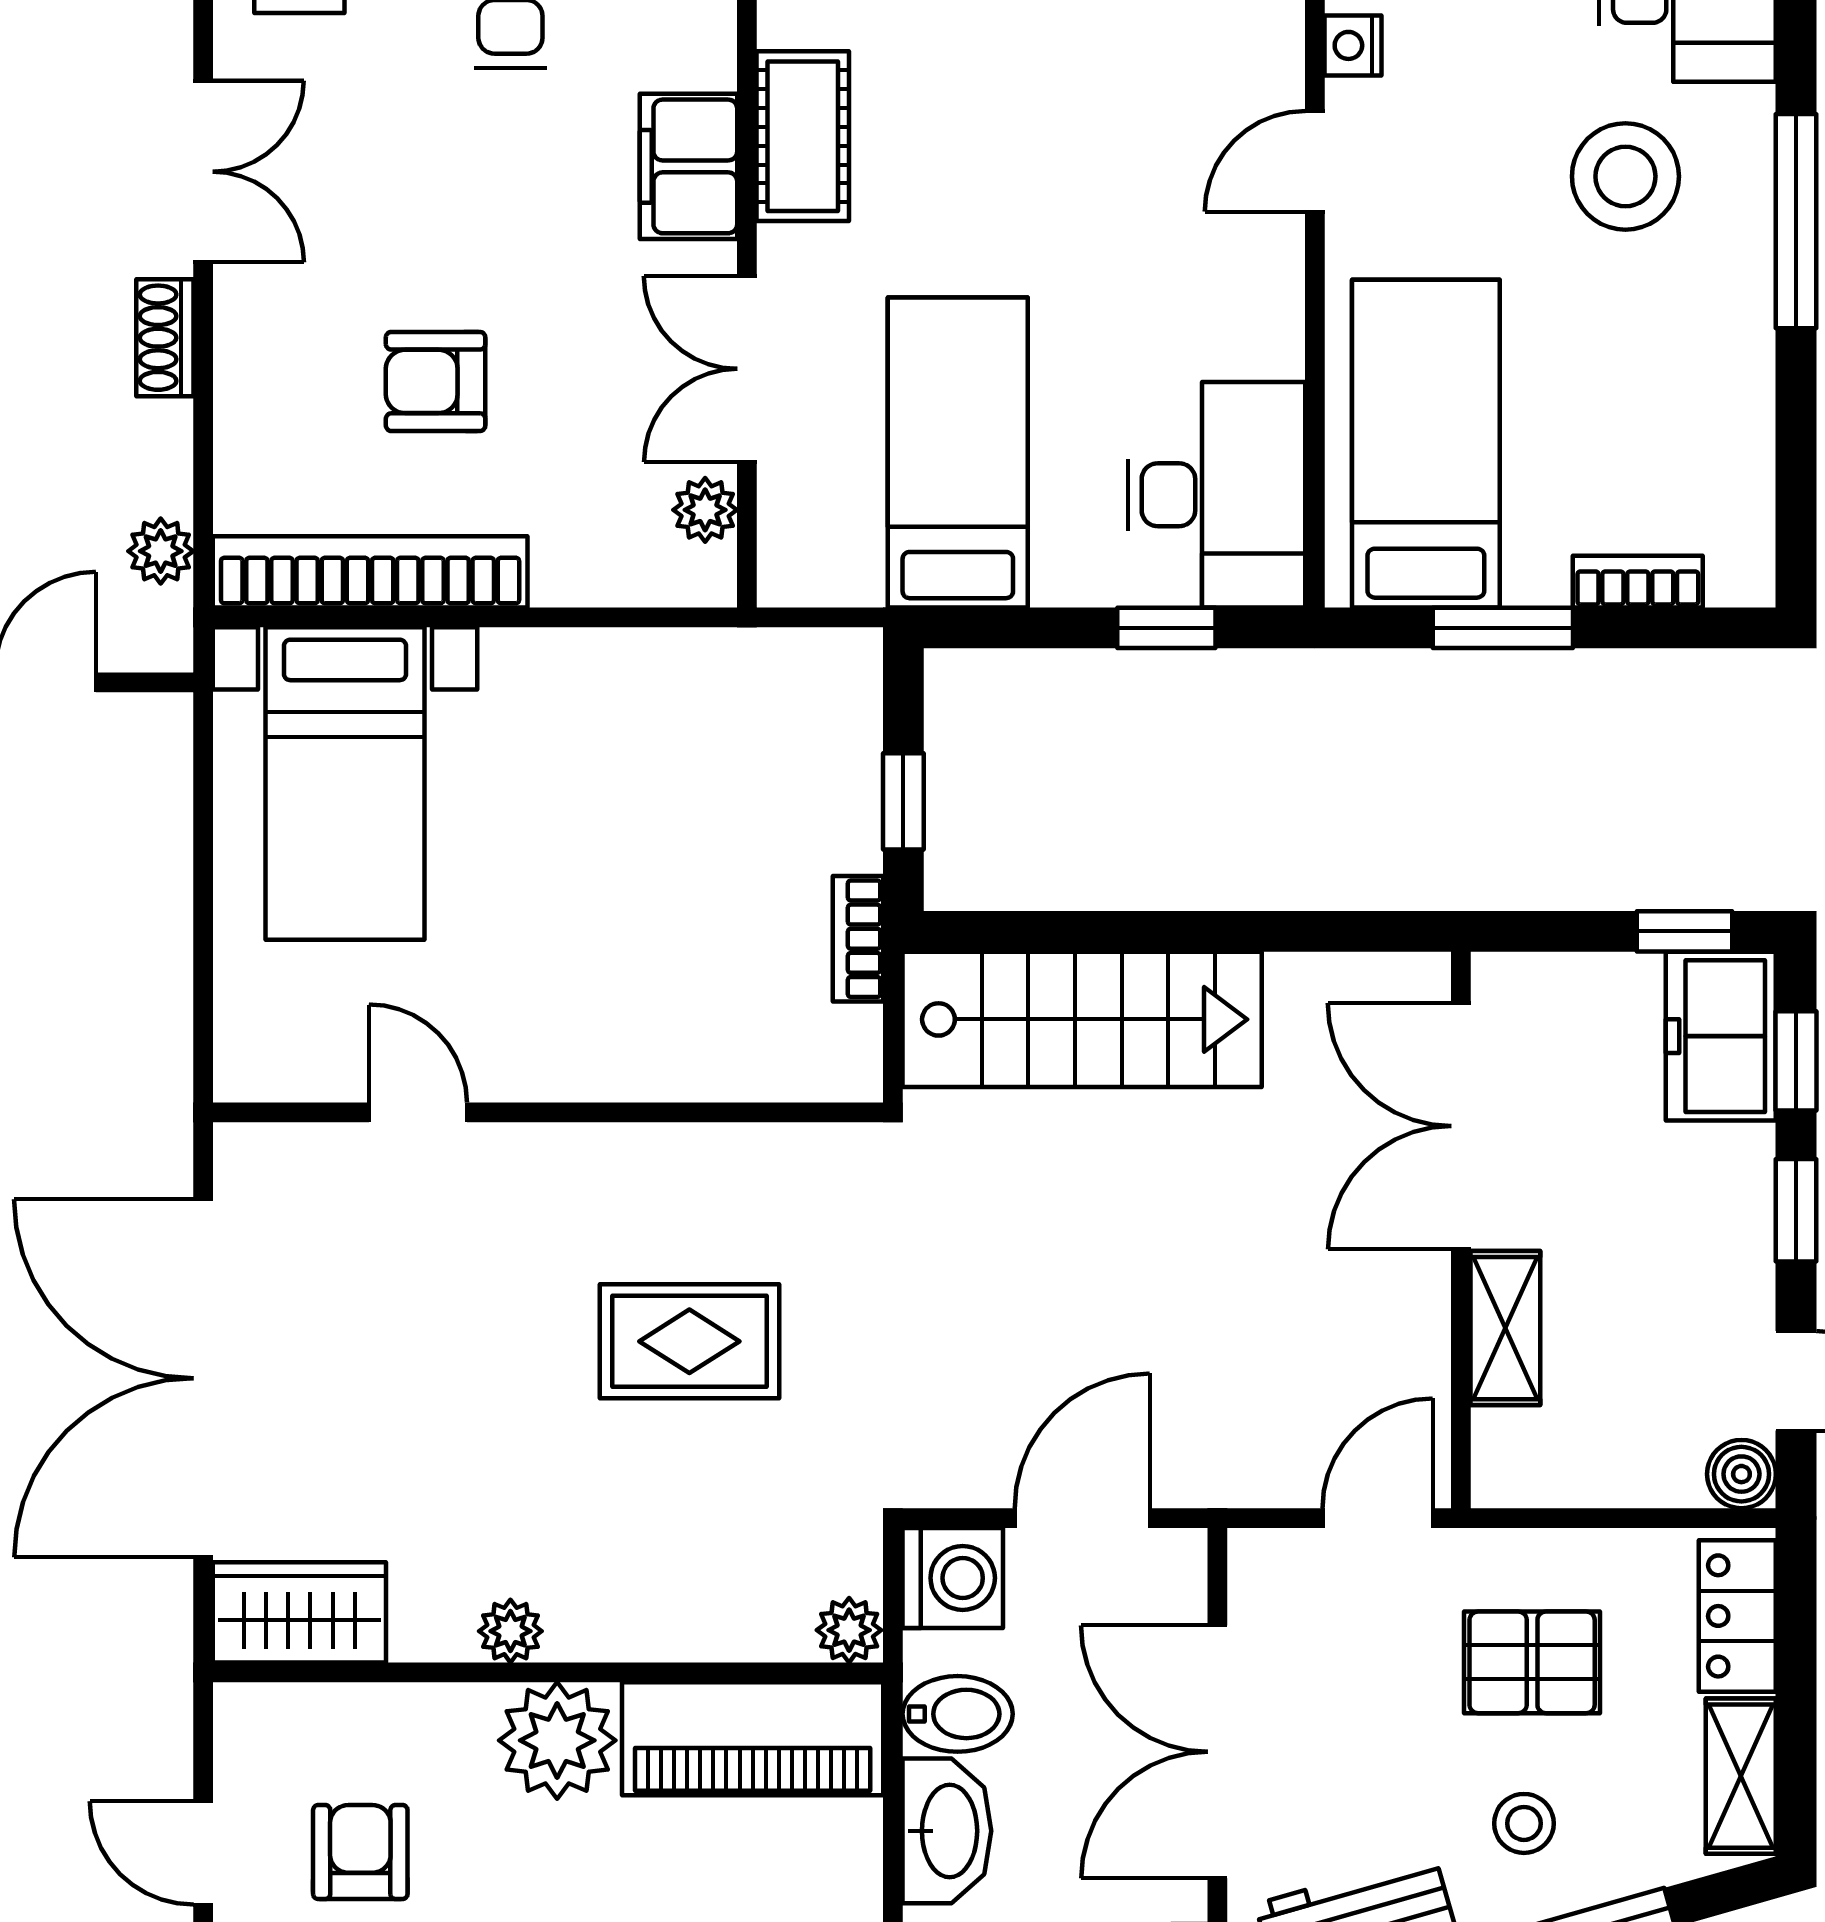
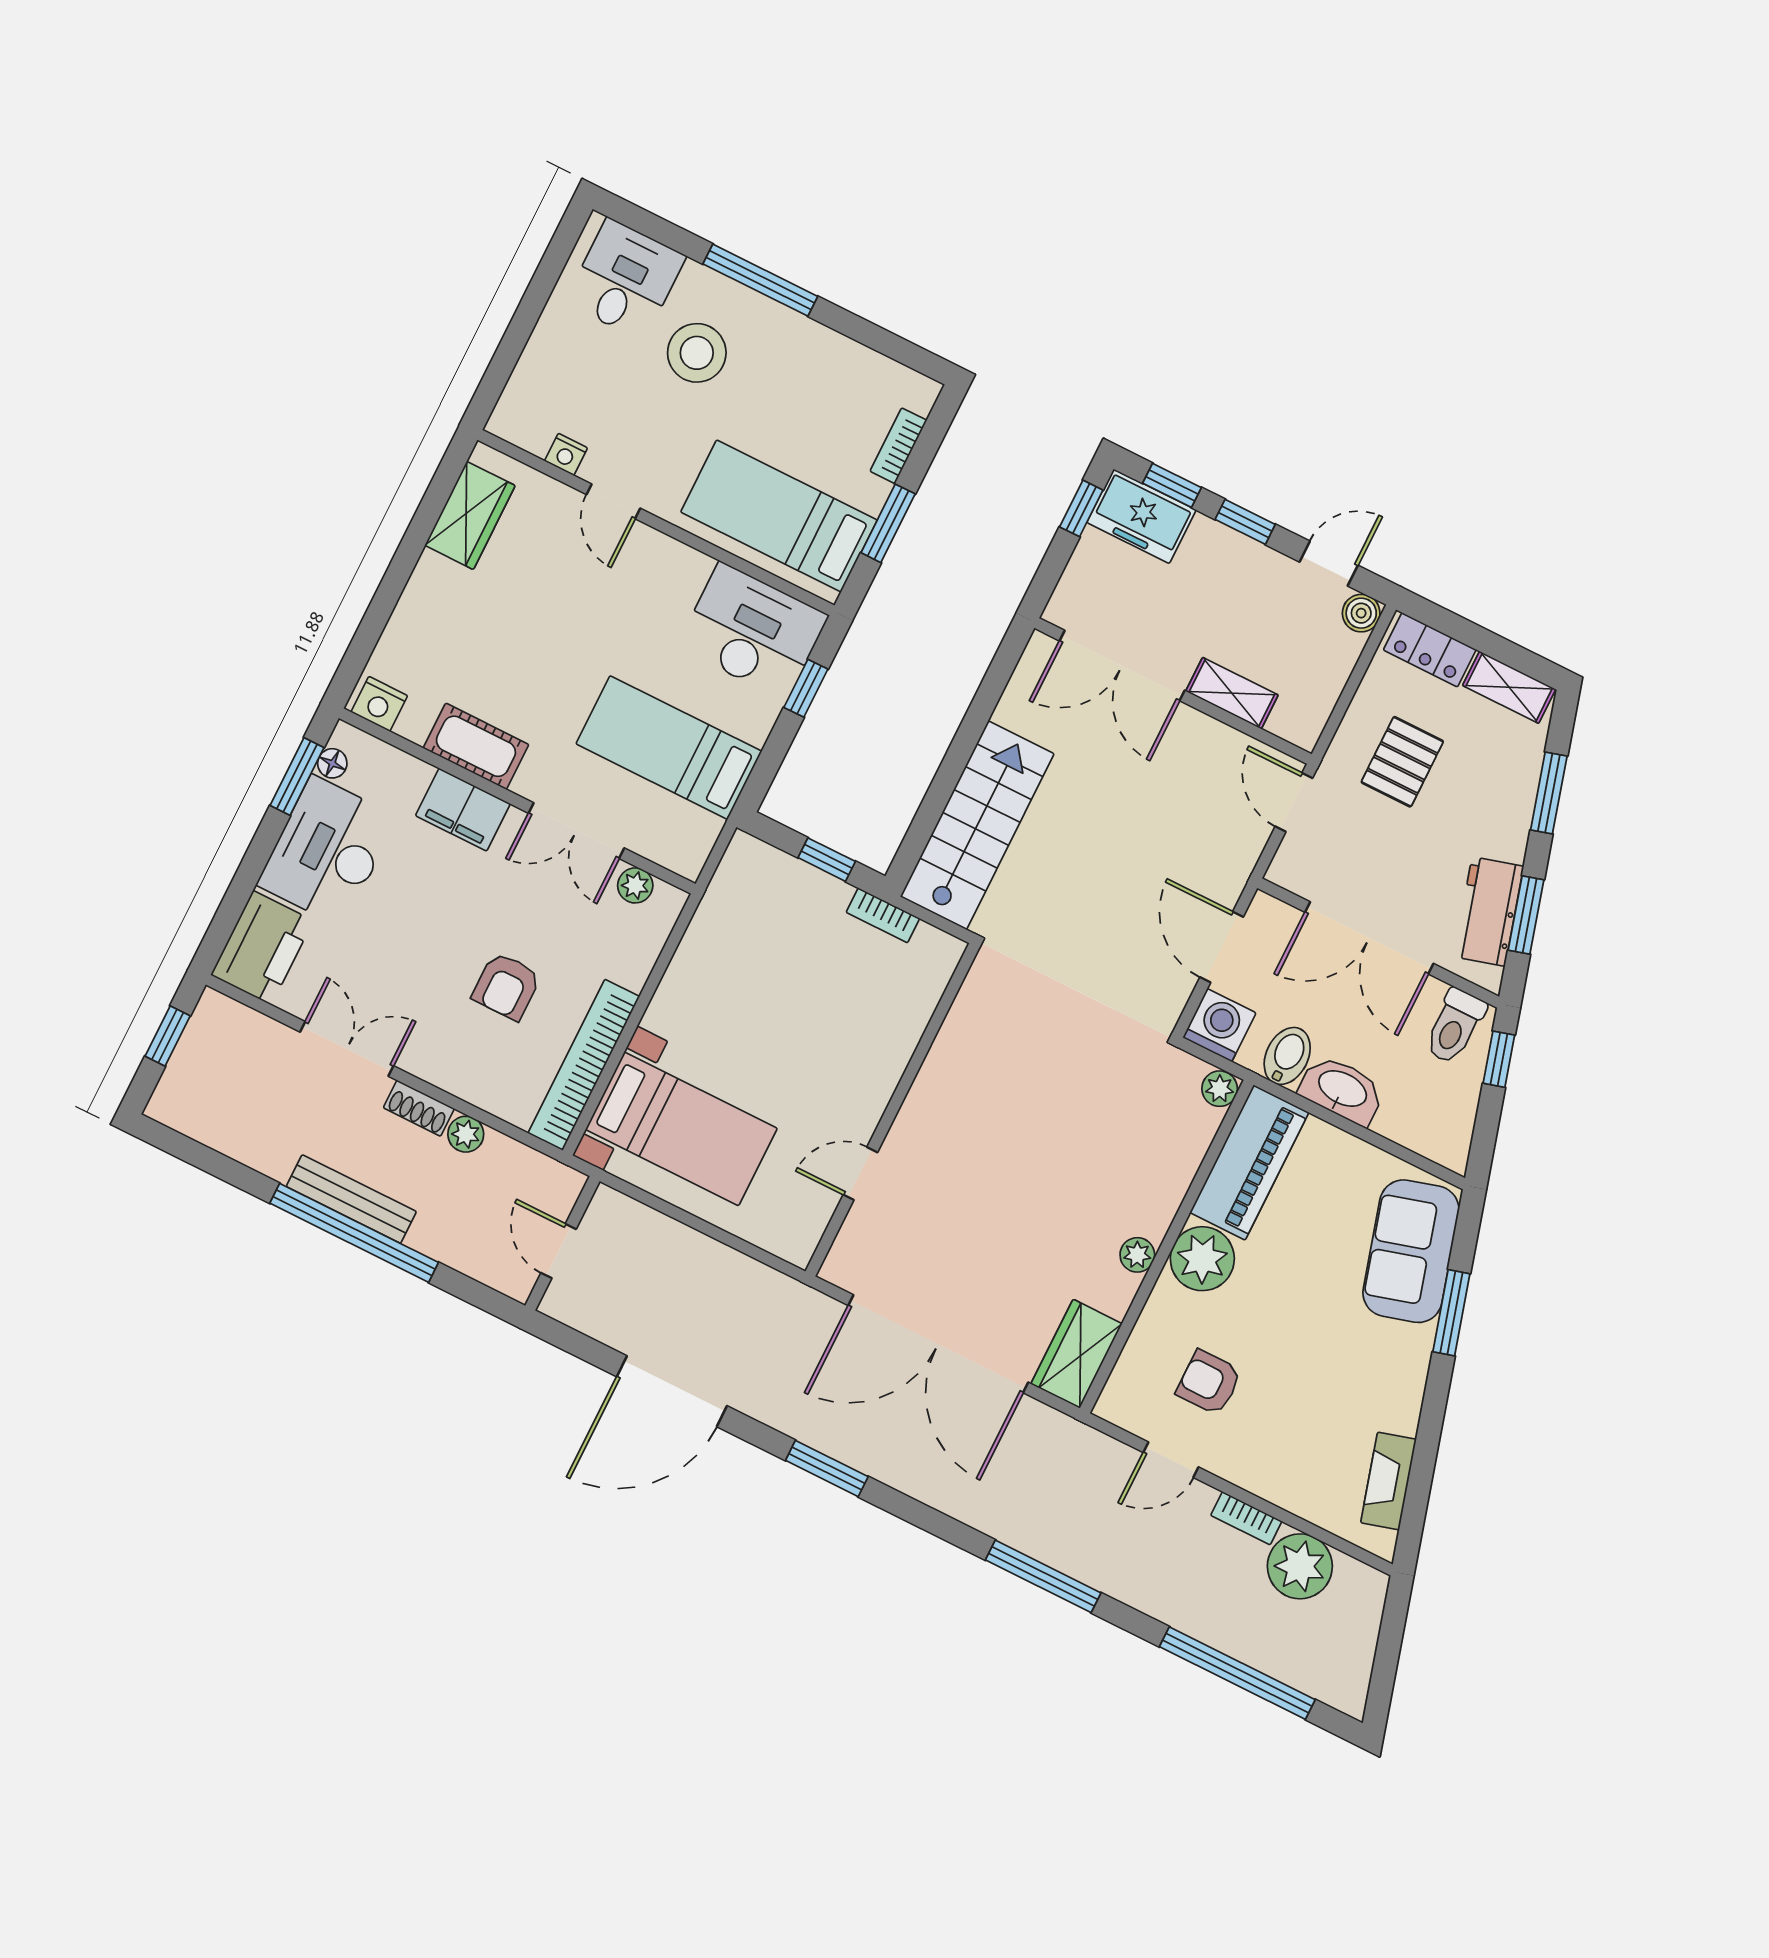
plant: (161, 551) -> (466, 1134), moved
rug: (689, 1341) -> (1039, 1096), removed
stool: (1524, 1823) -> (1479, 805), removed

